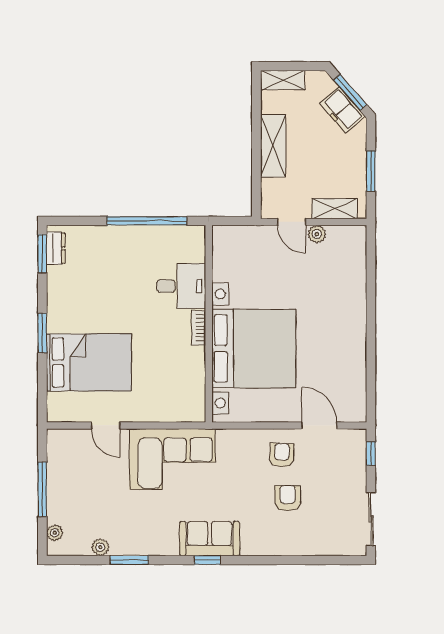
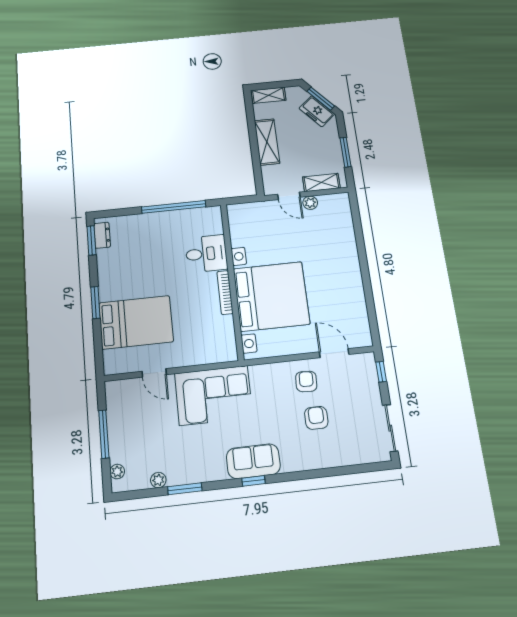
bookcase: (199, 328) -> (225, 293), width x1.56

